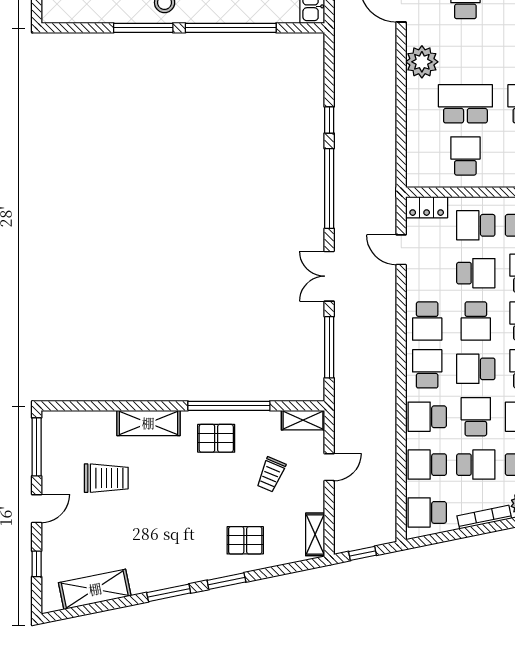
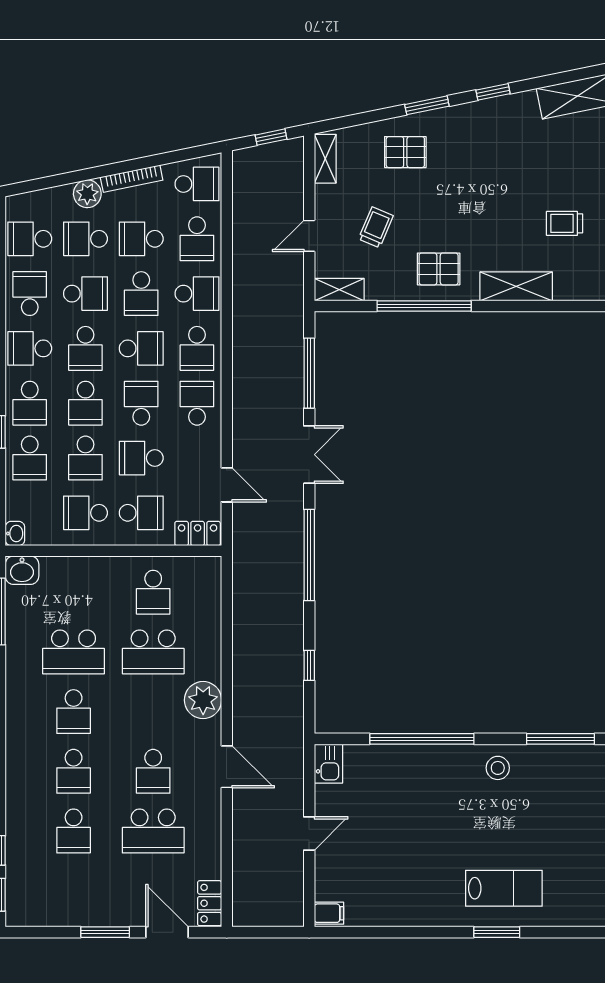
window: (143, 28) -> (560, 739), moved
window: (329, 120) -> (309, 665), moved
school desk: (427, 465) -> (197, 239), turned 90
trolley: (106, 478) -> (565, 223), width x0.73, depth x0.72
window: (169, 593) -> (493, 92), width x0.67

